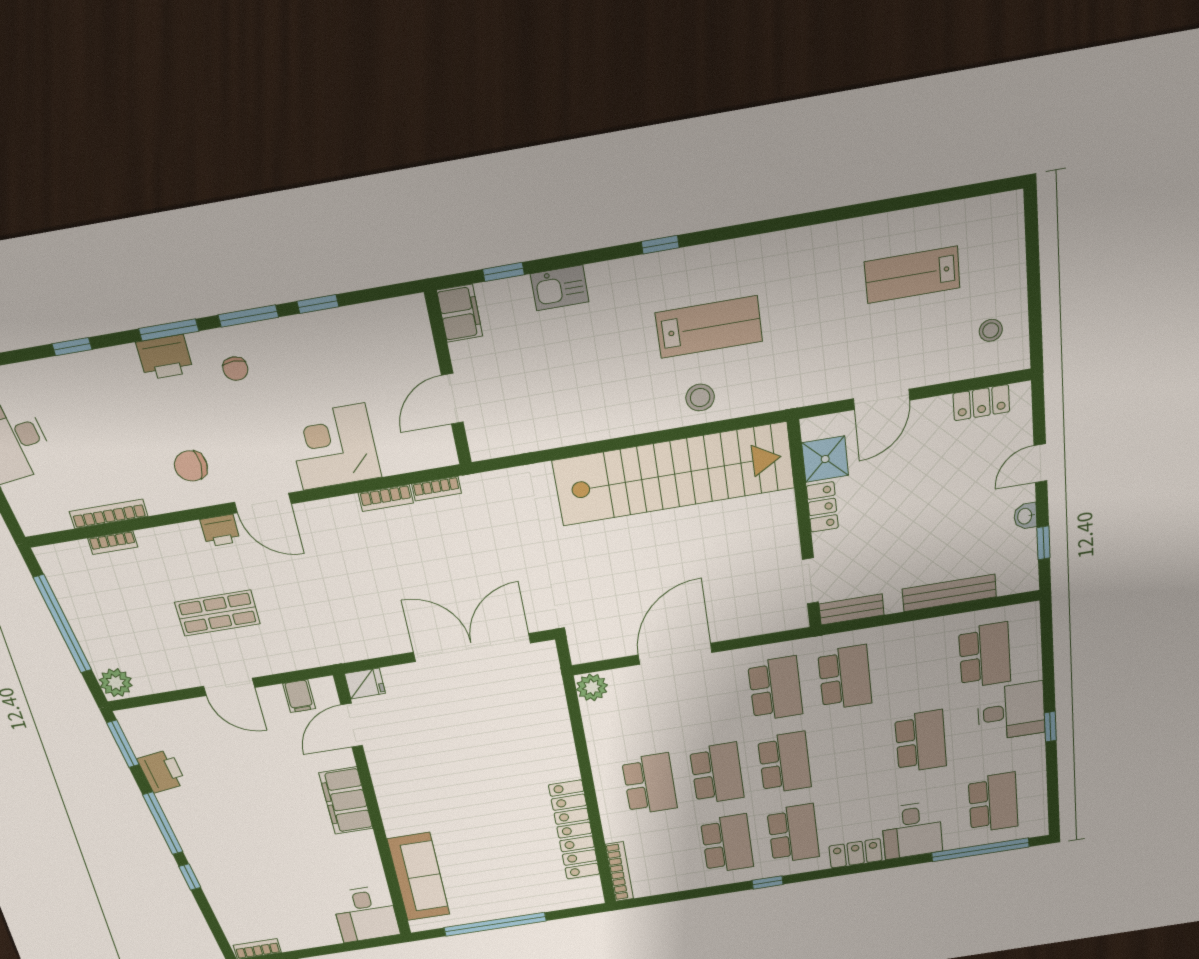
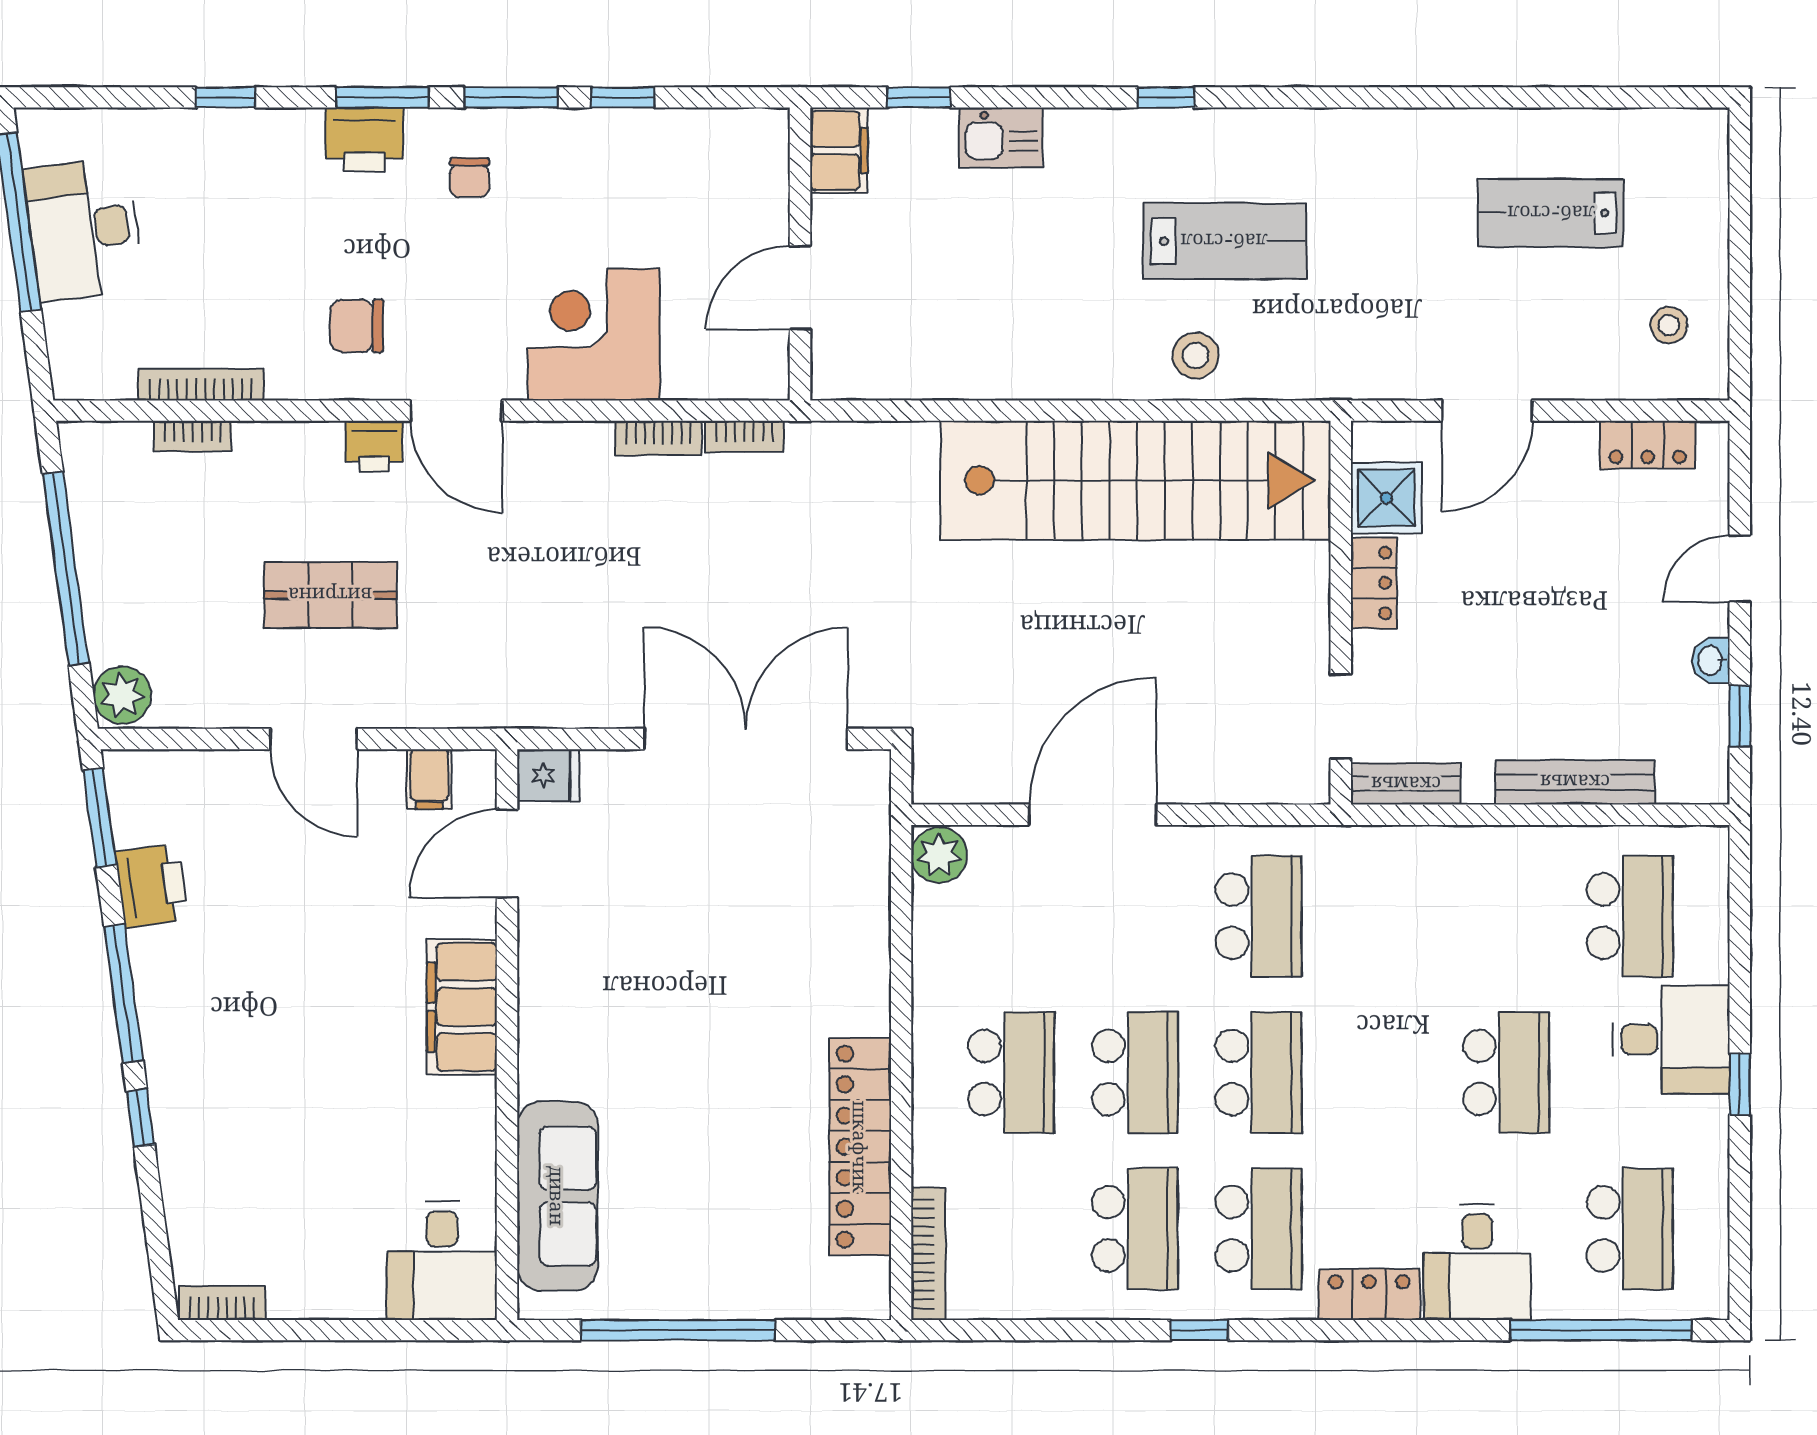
school desk: (845, 678) -> (1382, 916), removed

